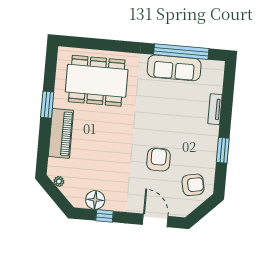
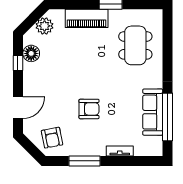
dining table: (97, 81) -> (135, 45), width x0.73, depth x0.80
window: (223, 150) -> (84, 161), width x1.44
armchair: (159, 159) -> (89, 109), moved
plant: (59, 181) -> (44, 26), width x1.87, depth x1.87

